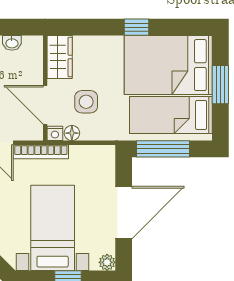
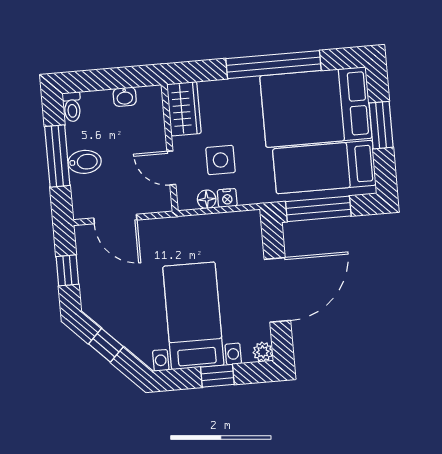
window: (136, 27) -> (274, 65), width x3.17
door: (45, 105) -> (171, 168), width x0.73
nightstand: (55, 133) -> (227, 198), moved
bookcase: (41, 152) -> (171, 225), removed

